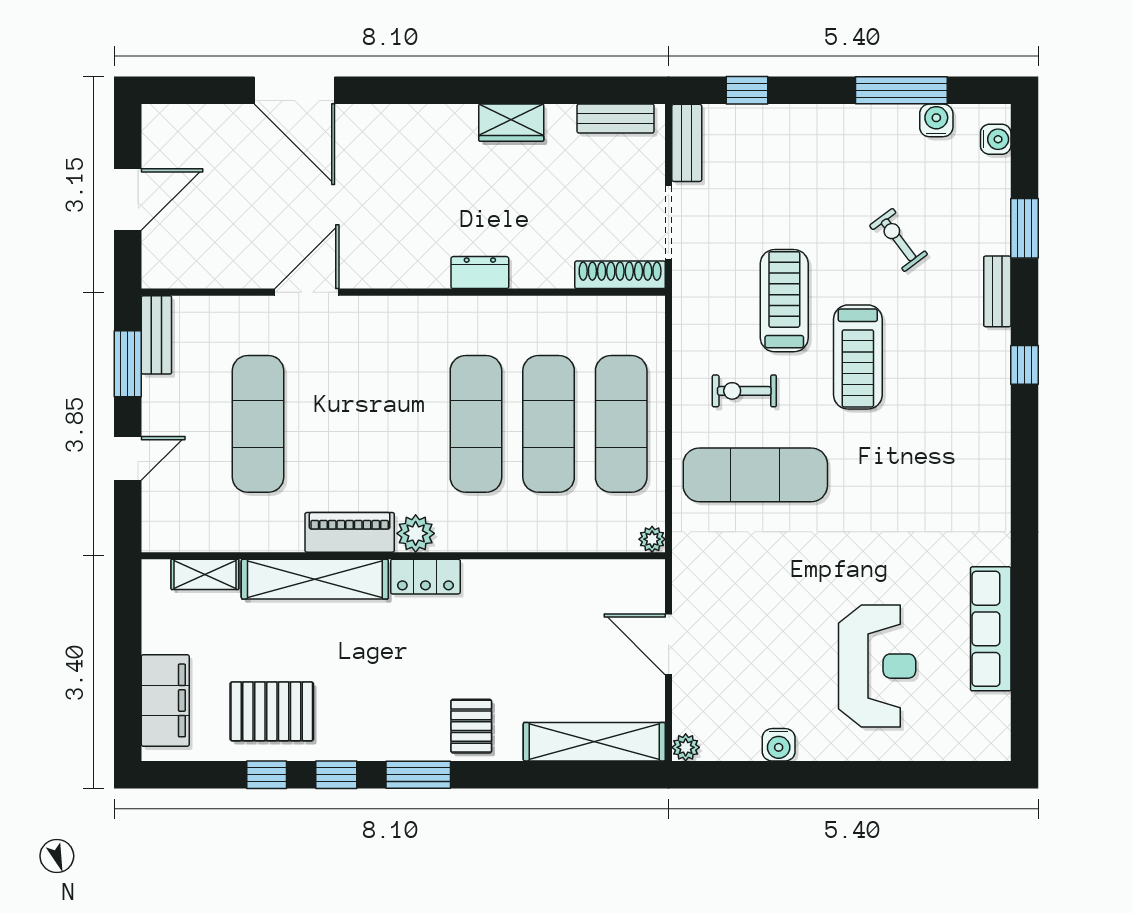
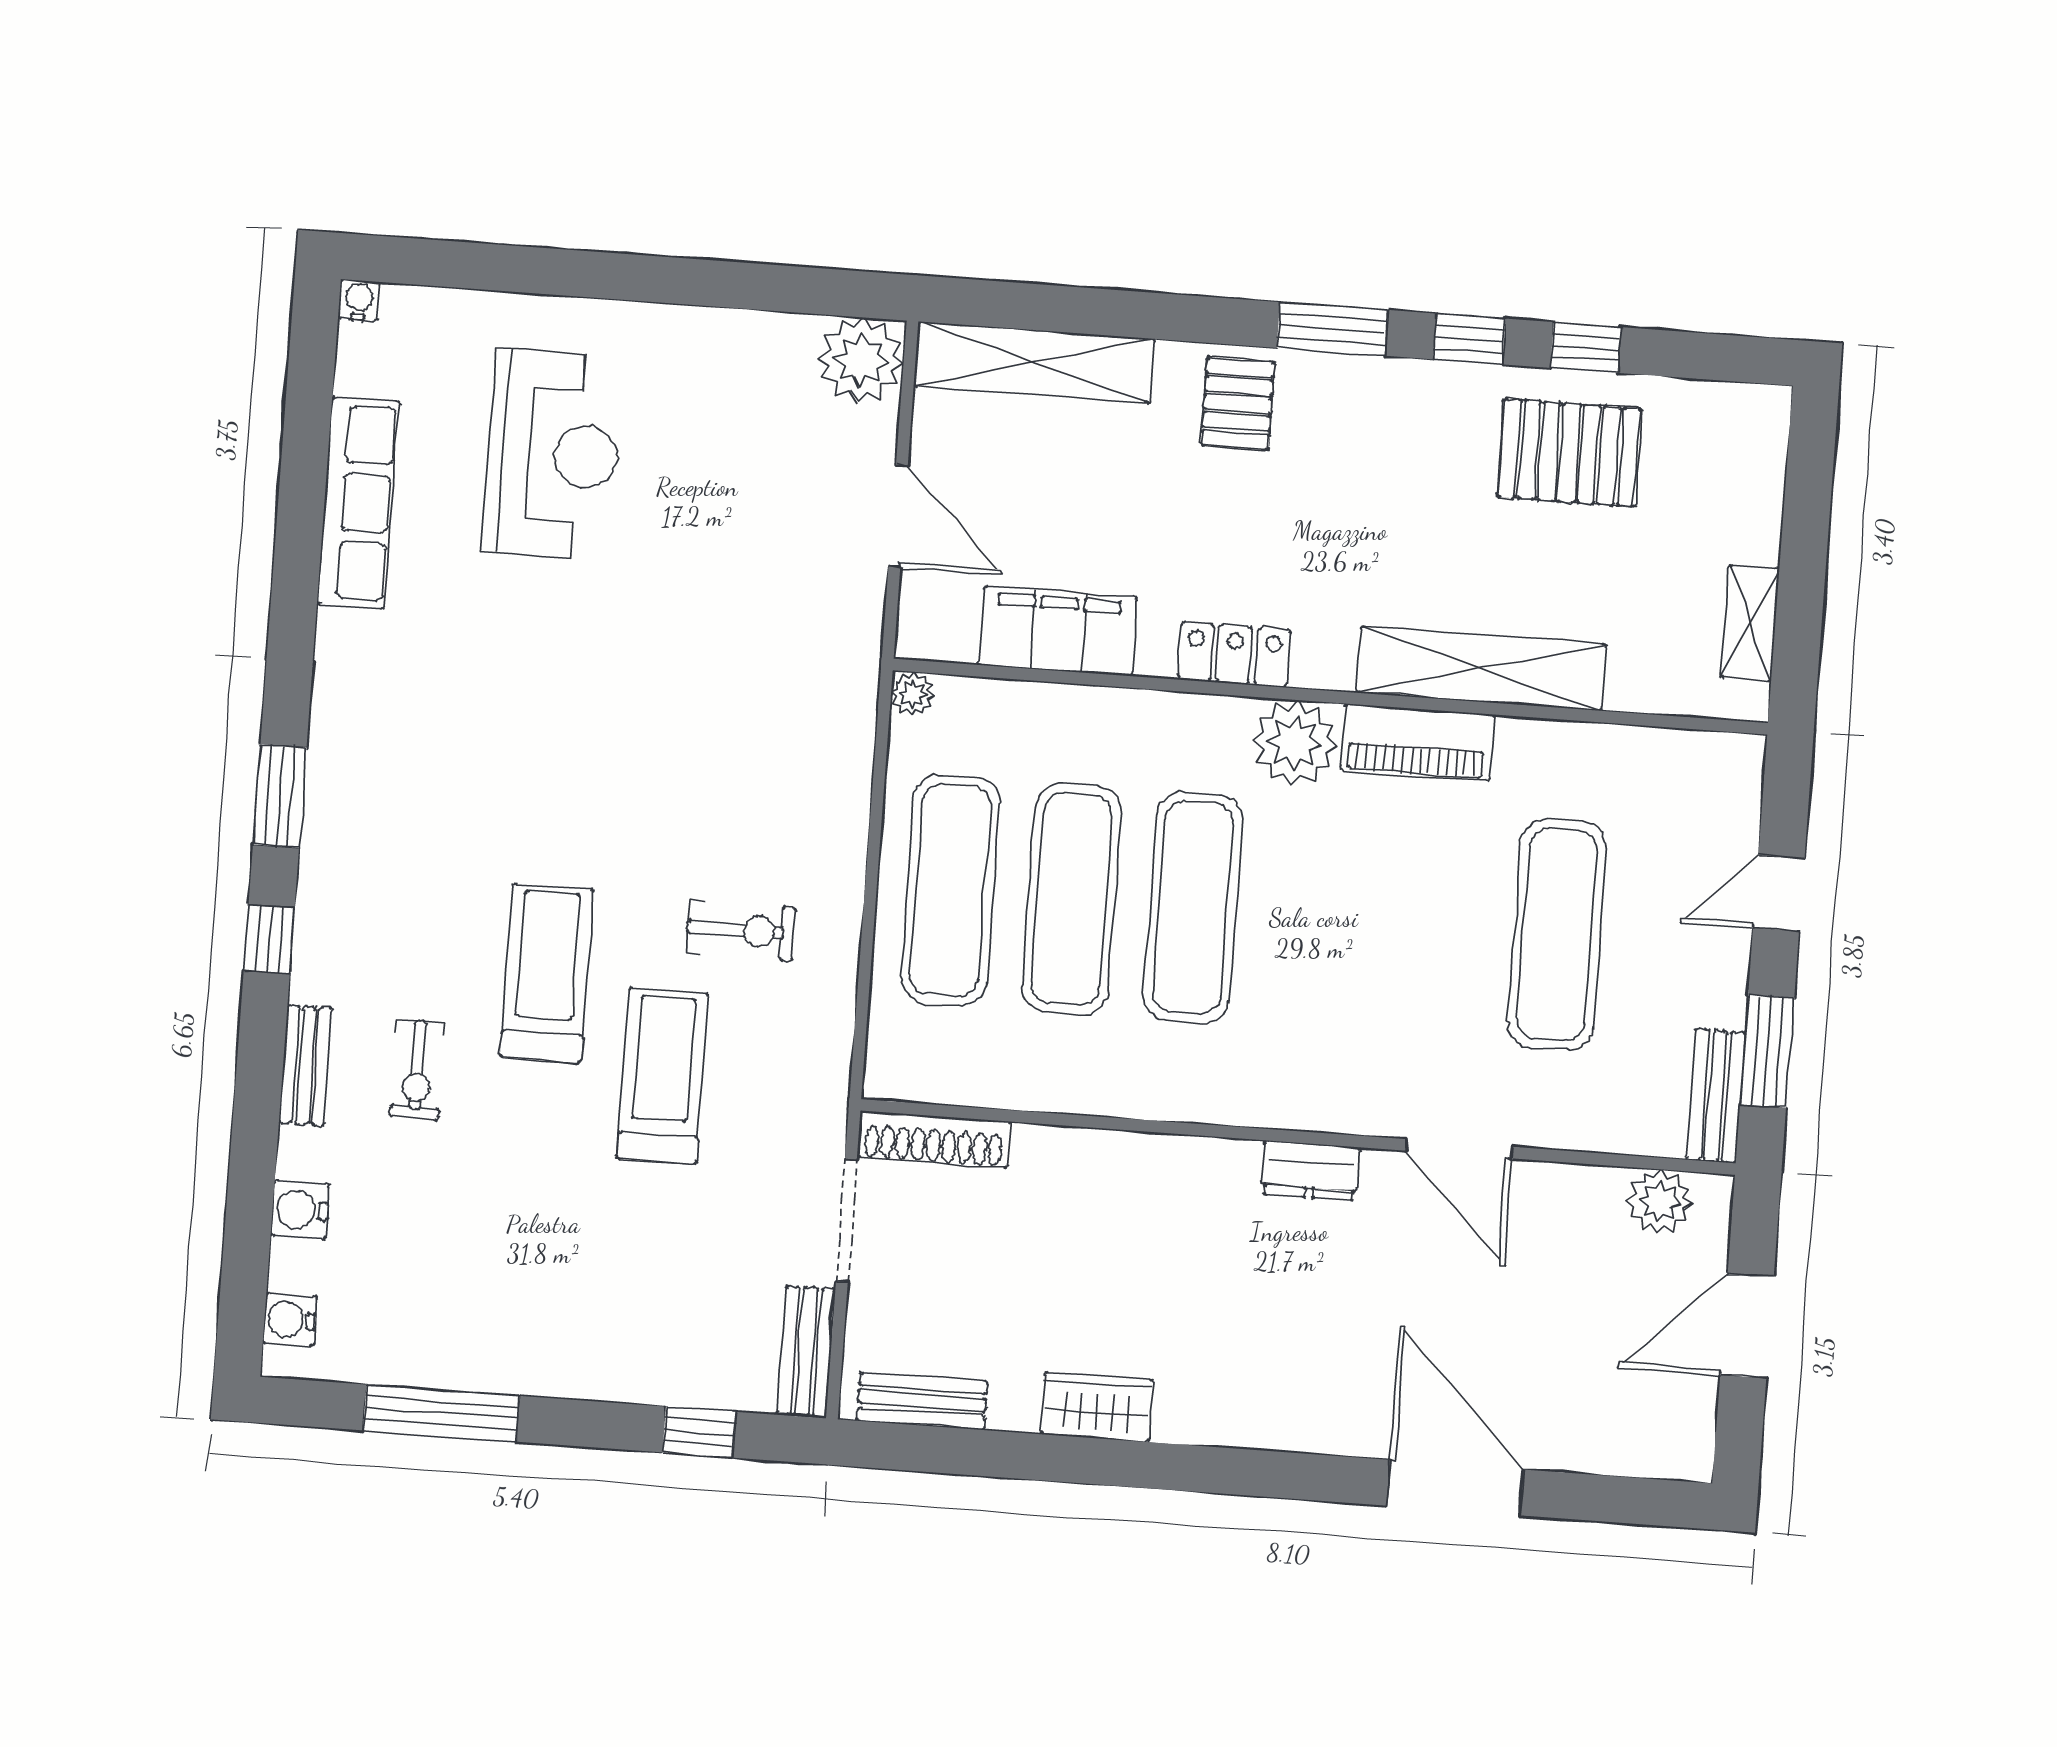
water cooler: (936, 120) -> (300, 1210), moved, turned 90
window: (1025, 228) -> (280, 796), moved
exercise bike: (898, 240) -> (417, 1070), moved, turned 37
plant: (185, 269) -> (1659, 1202), added
dresser: (480, 273) -> (1310, 1171), moved
door: (307, 292) -> (1459, 1149), hinge flipped
treadmill: (784, 301) -> (663, 1076), turned 180
exercise mat: (755, 475) -> (732, 789), removed
plant: (416, 533) -> (1295, 743), width x1.36, depth x1.36
shelving: (205, 574) -> (1750, 623), moved, turned 90
locker: (425, 577) -> (1234, 654), moved
reception desk: (877, 666) -> (553, 454), turned 180
filing cabinet: (165, 700) -> (1058, 631), moved, turned 90
water cooler: (779, 745) -> (359, 300), moved, width x0.72, depth x0.72
plant: (686, 747) -> (861, 360), width x1.87, depth x1.87

